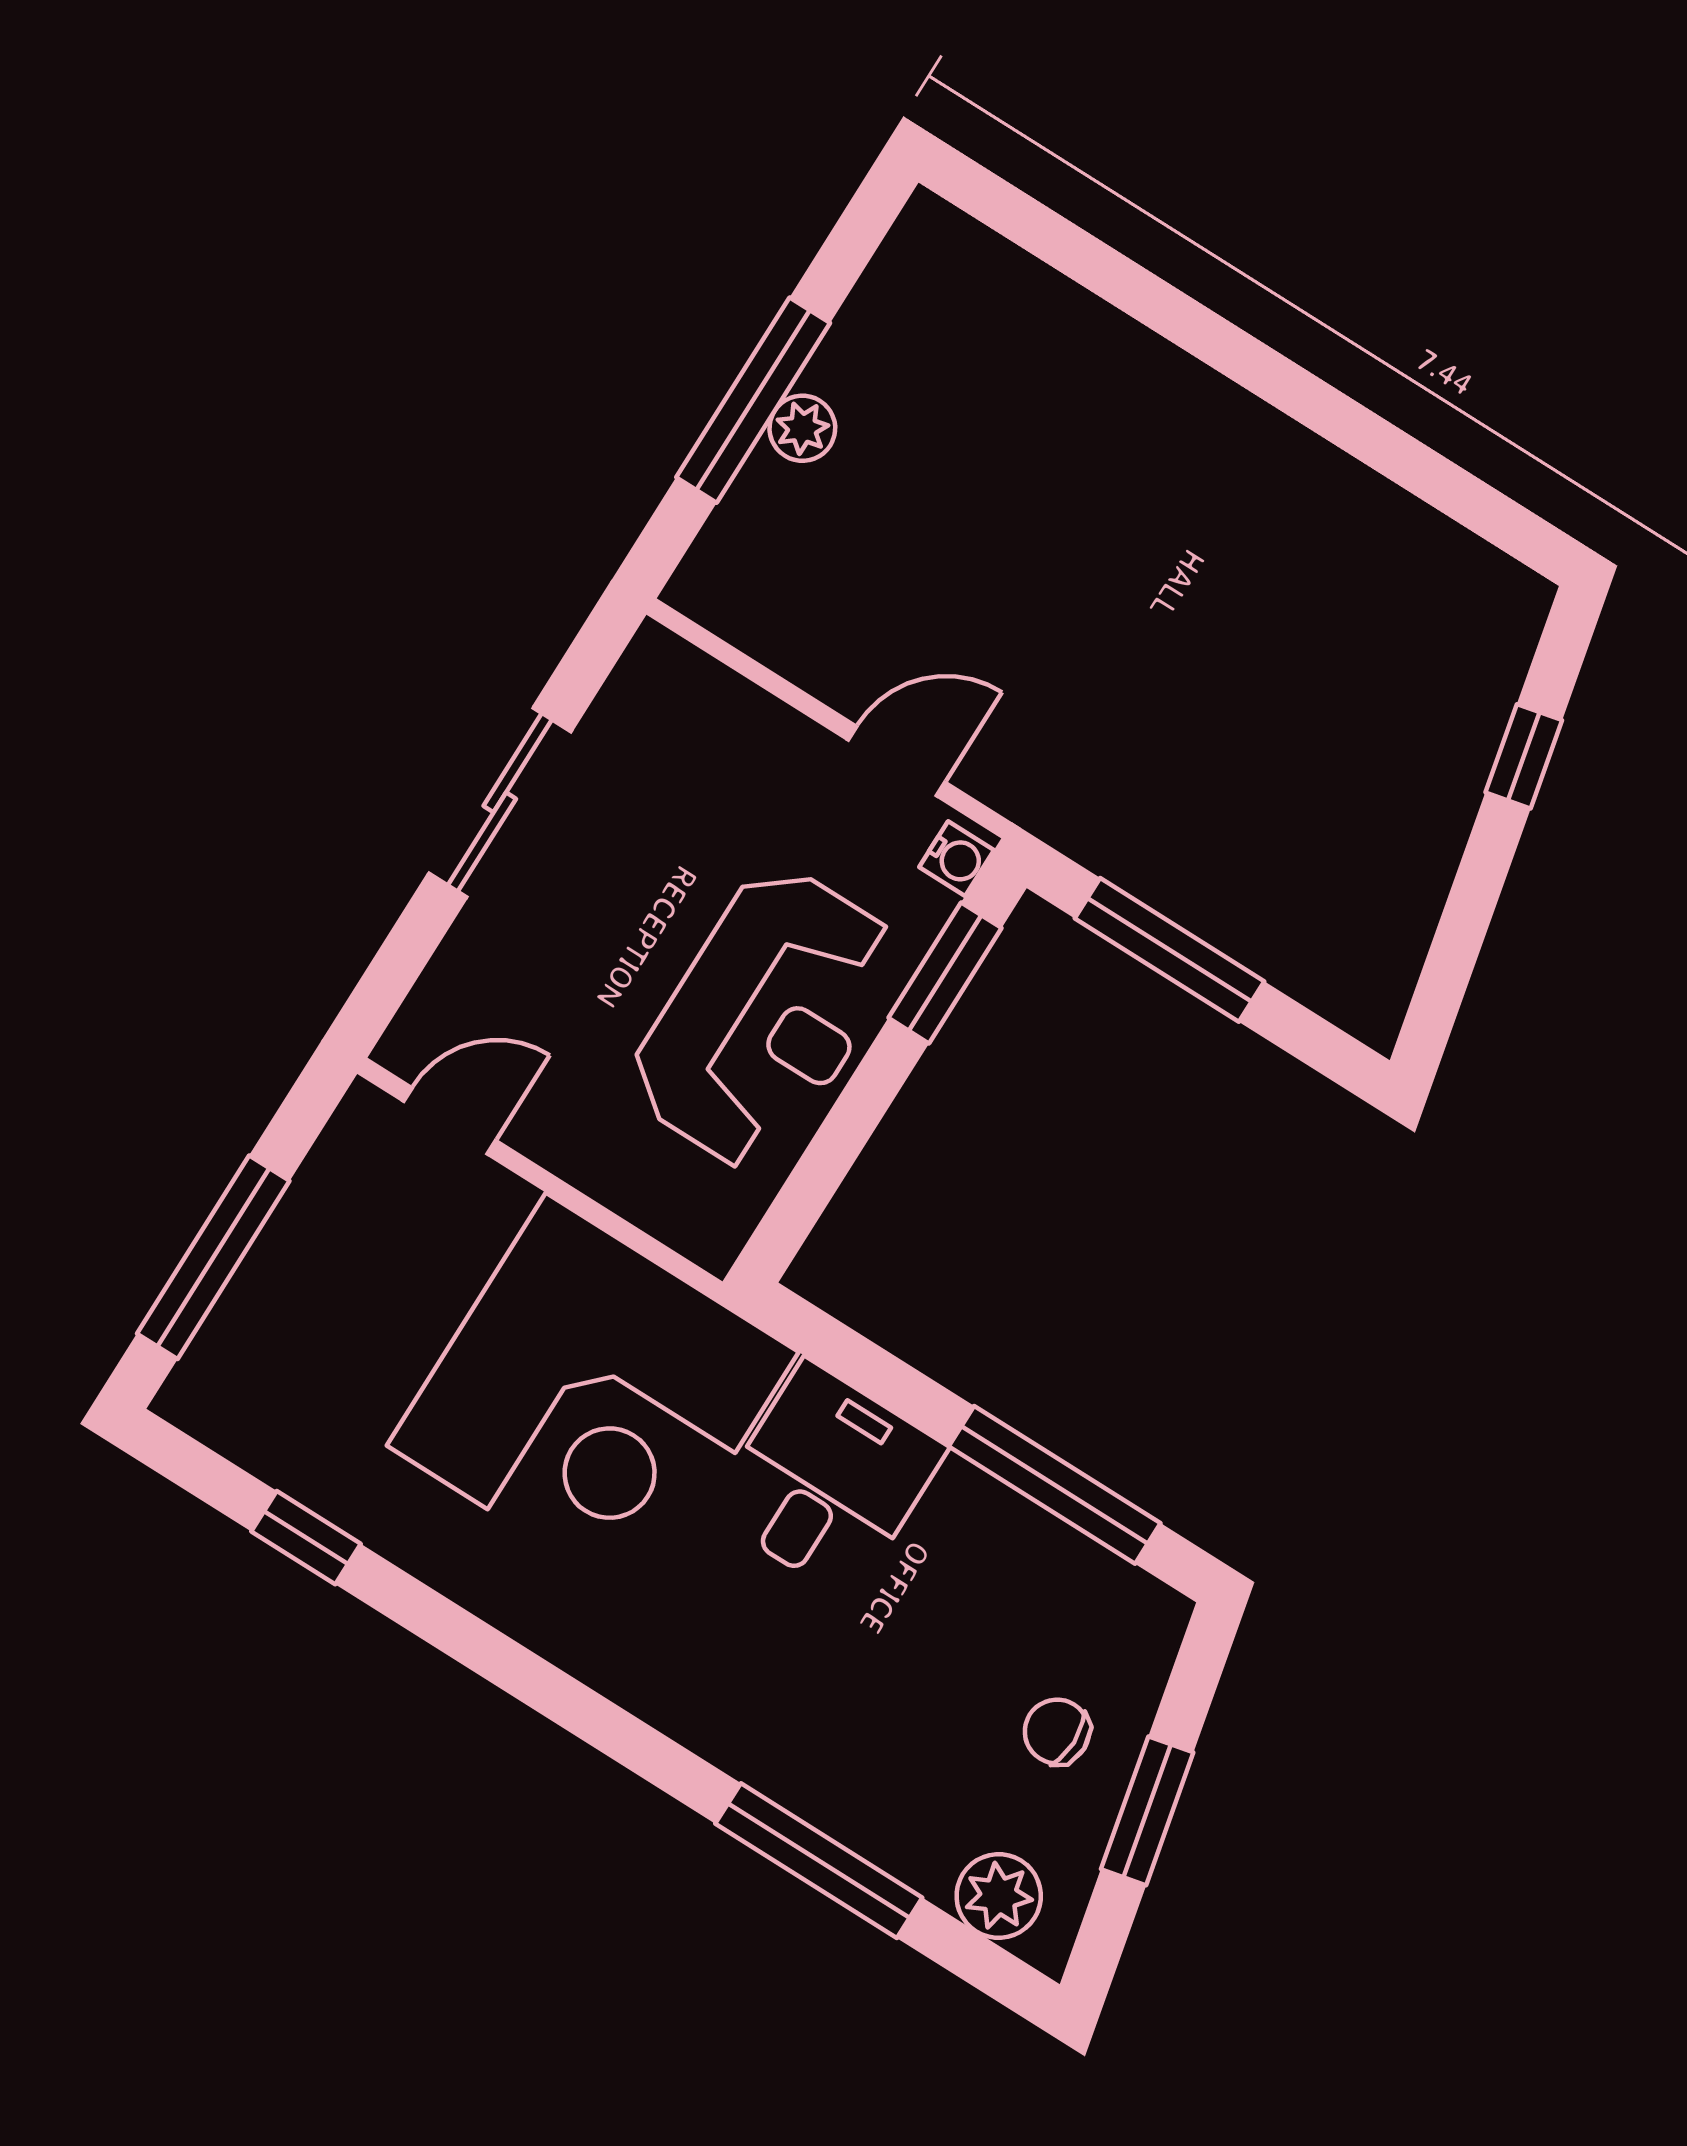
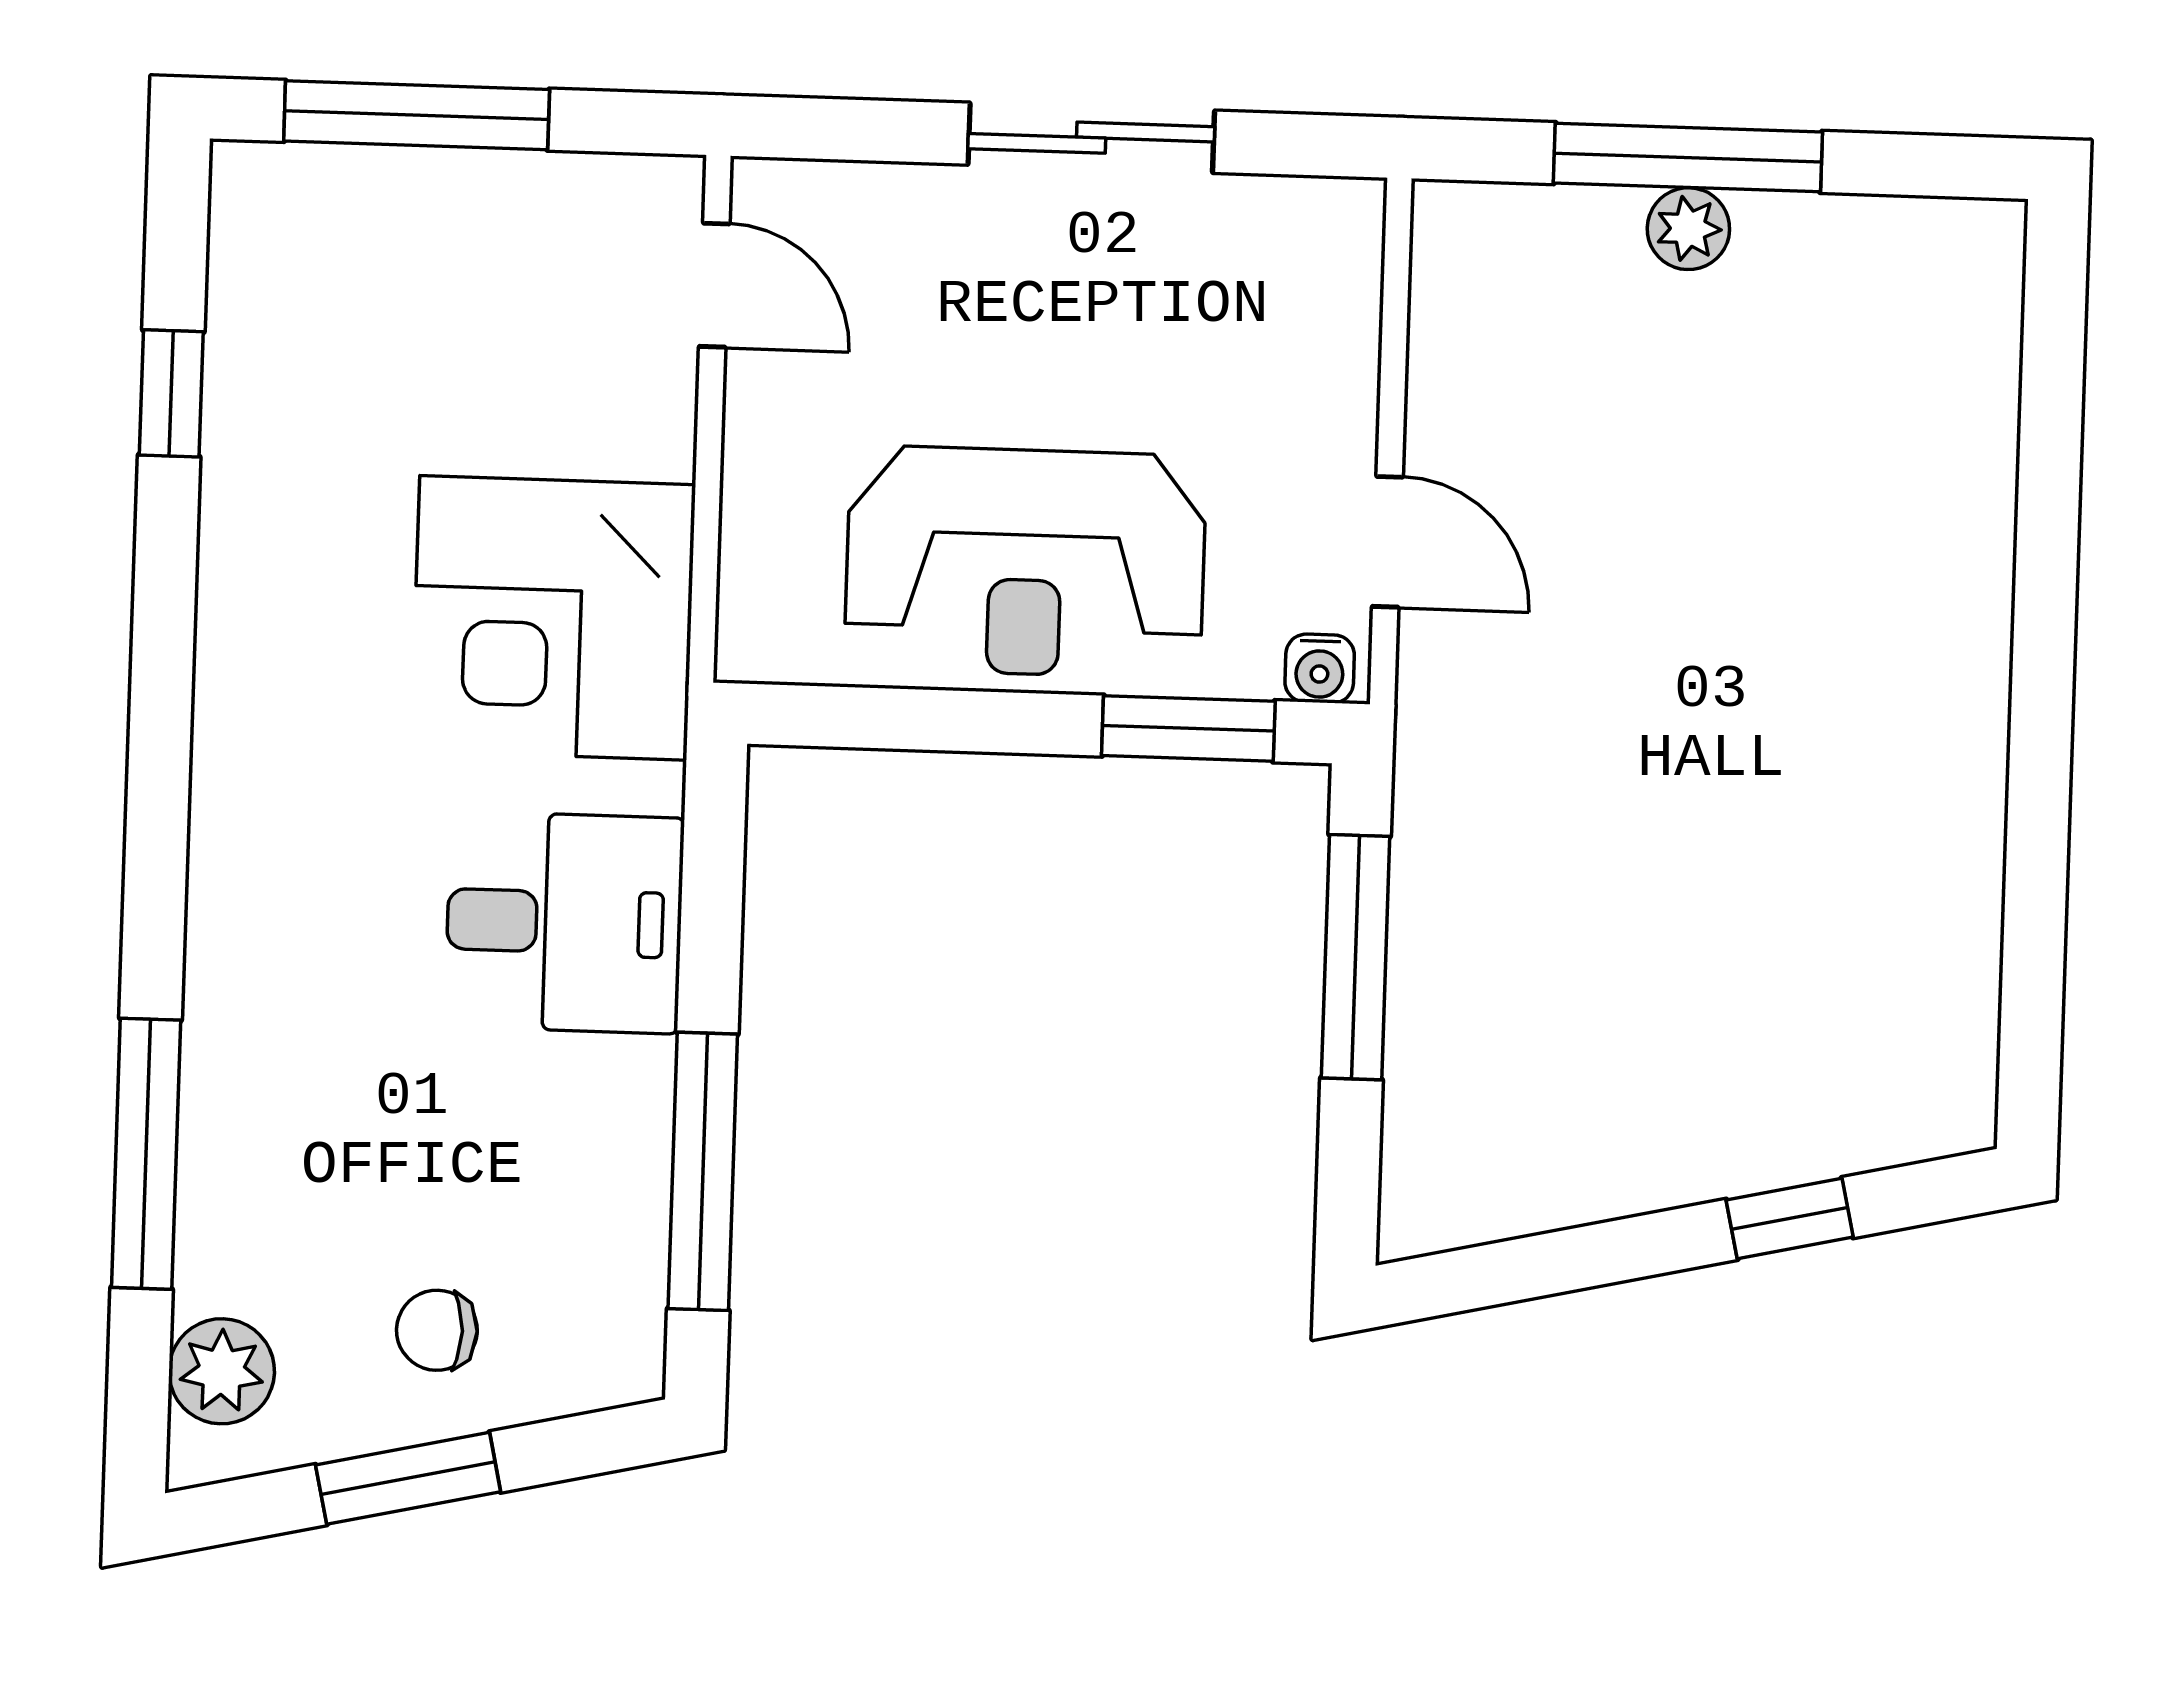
corner desk: (593, 1399) -> (553, 618), width x0.74, depth x0.74
chair: (1057, 1732) -> (437, 1330), turned -90

